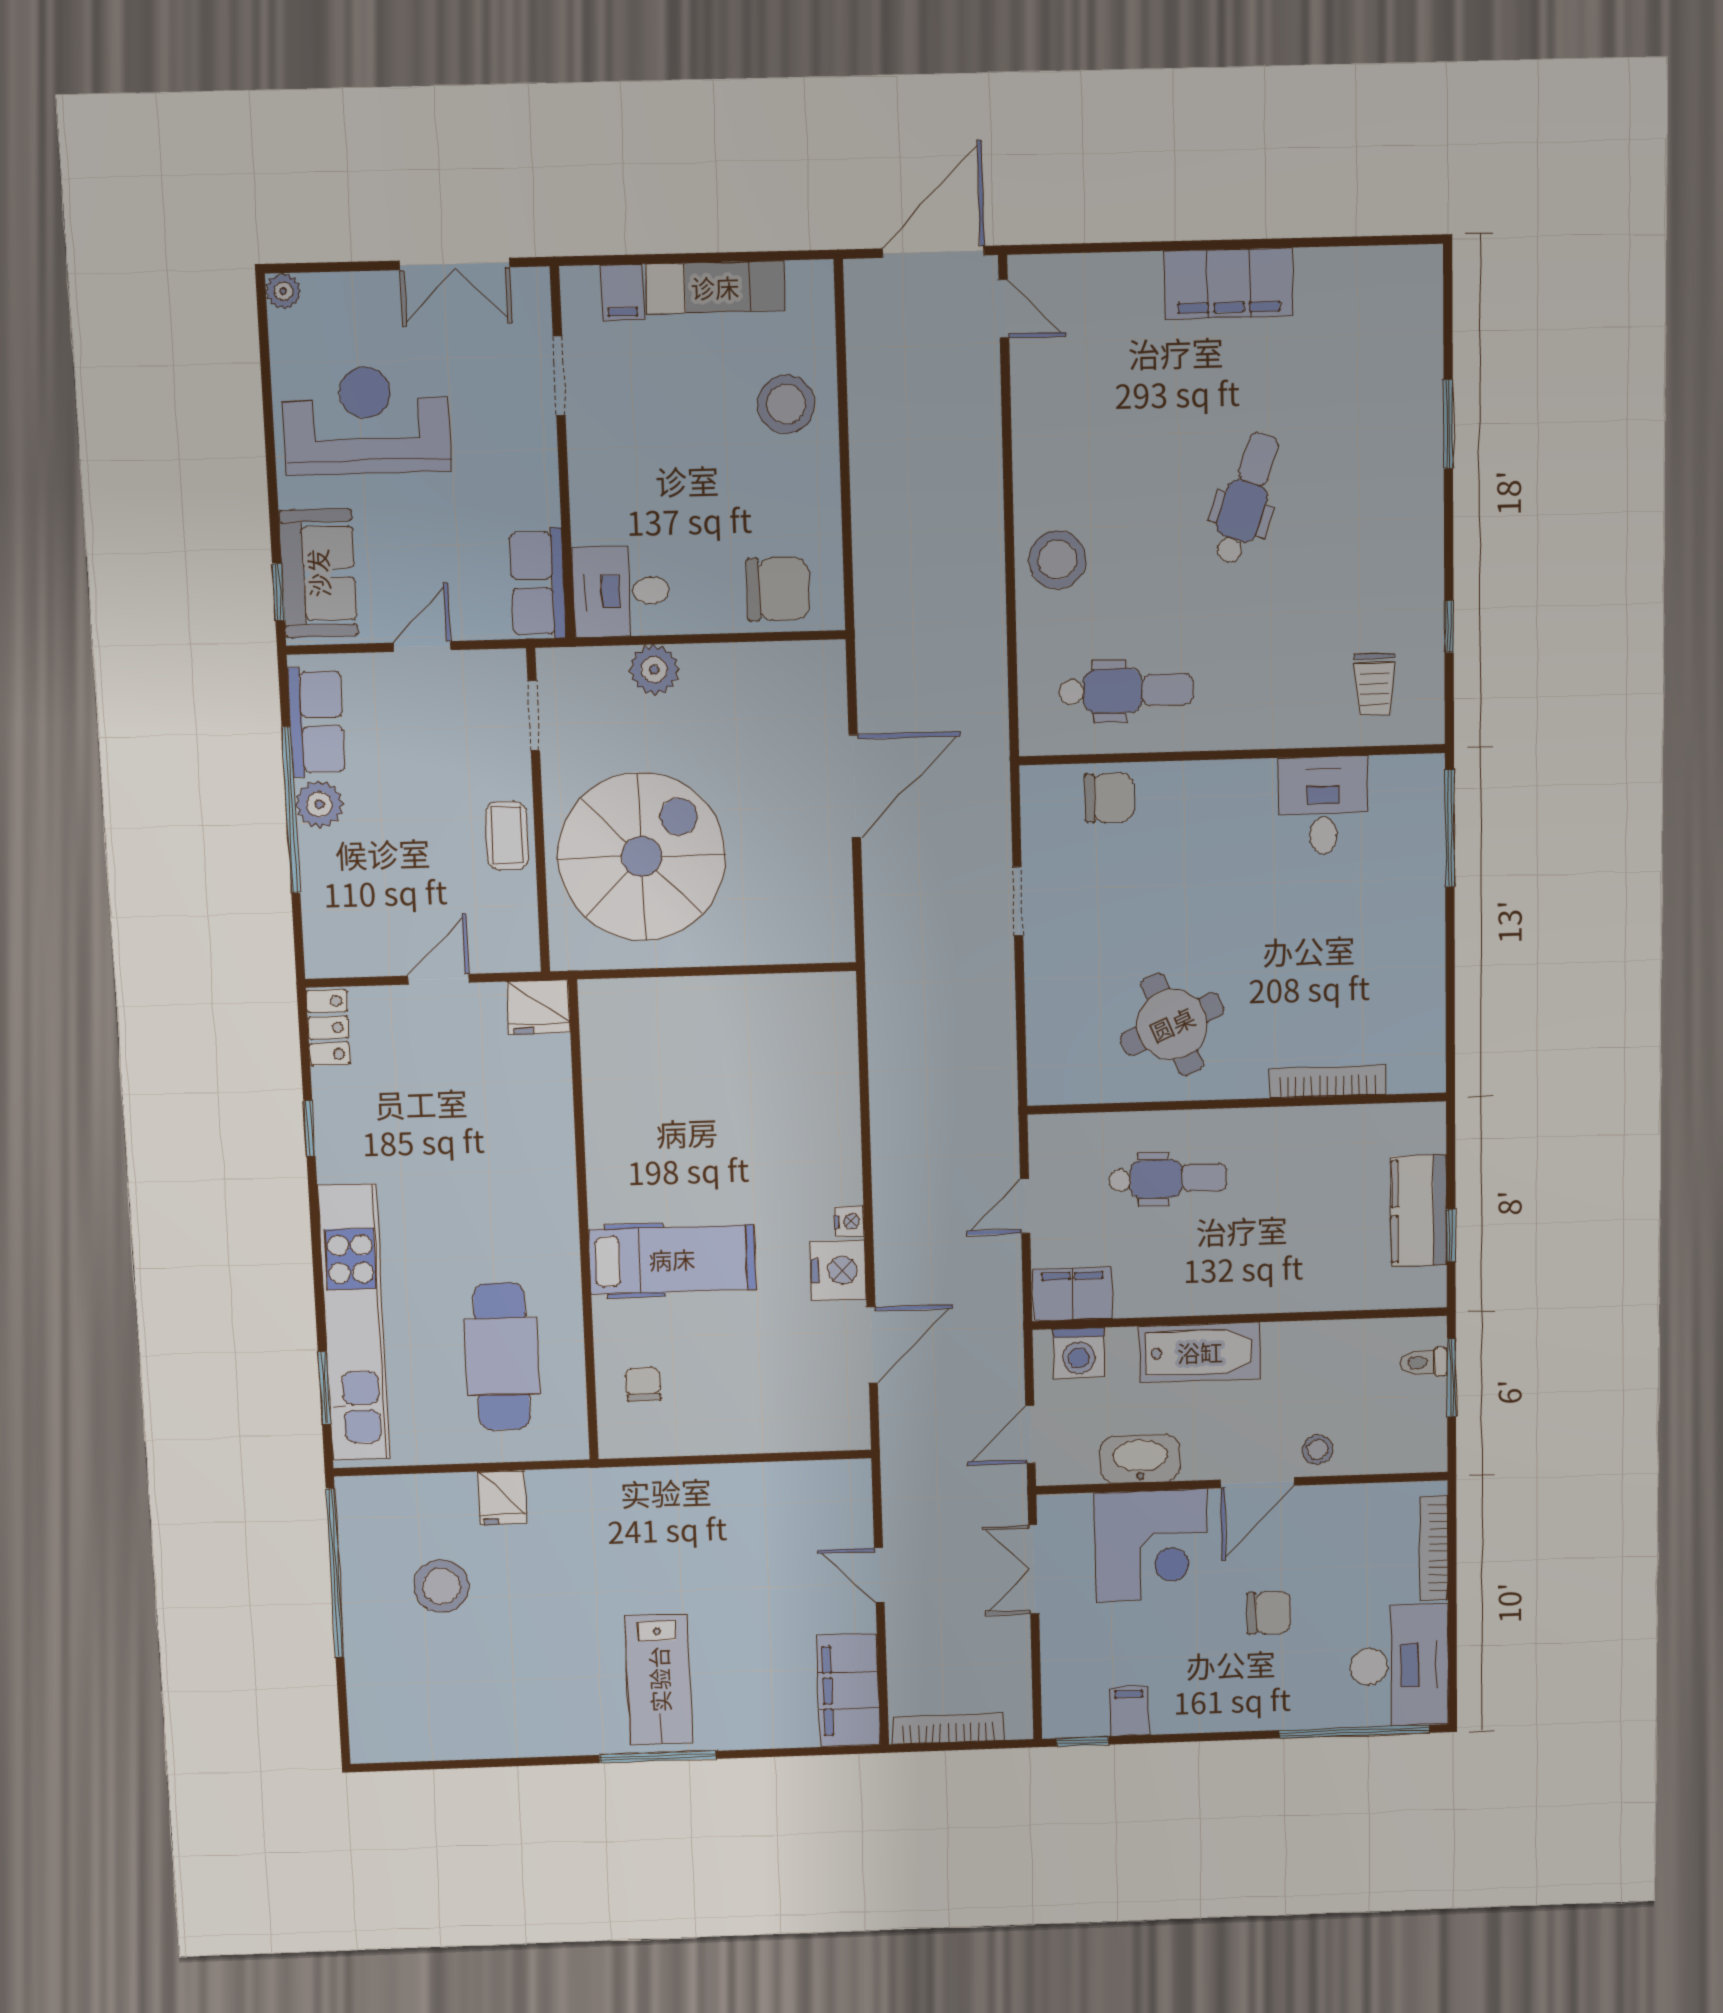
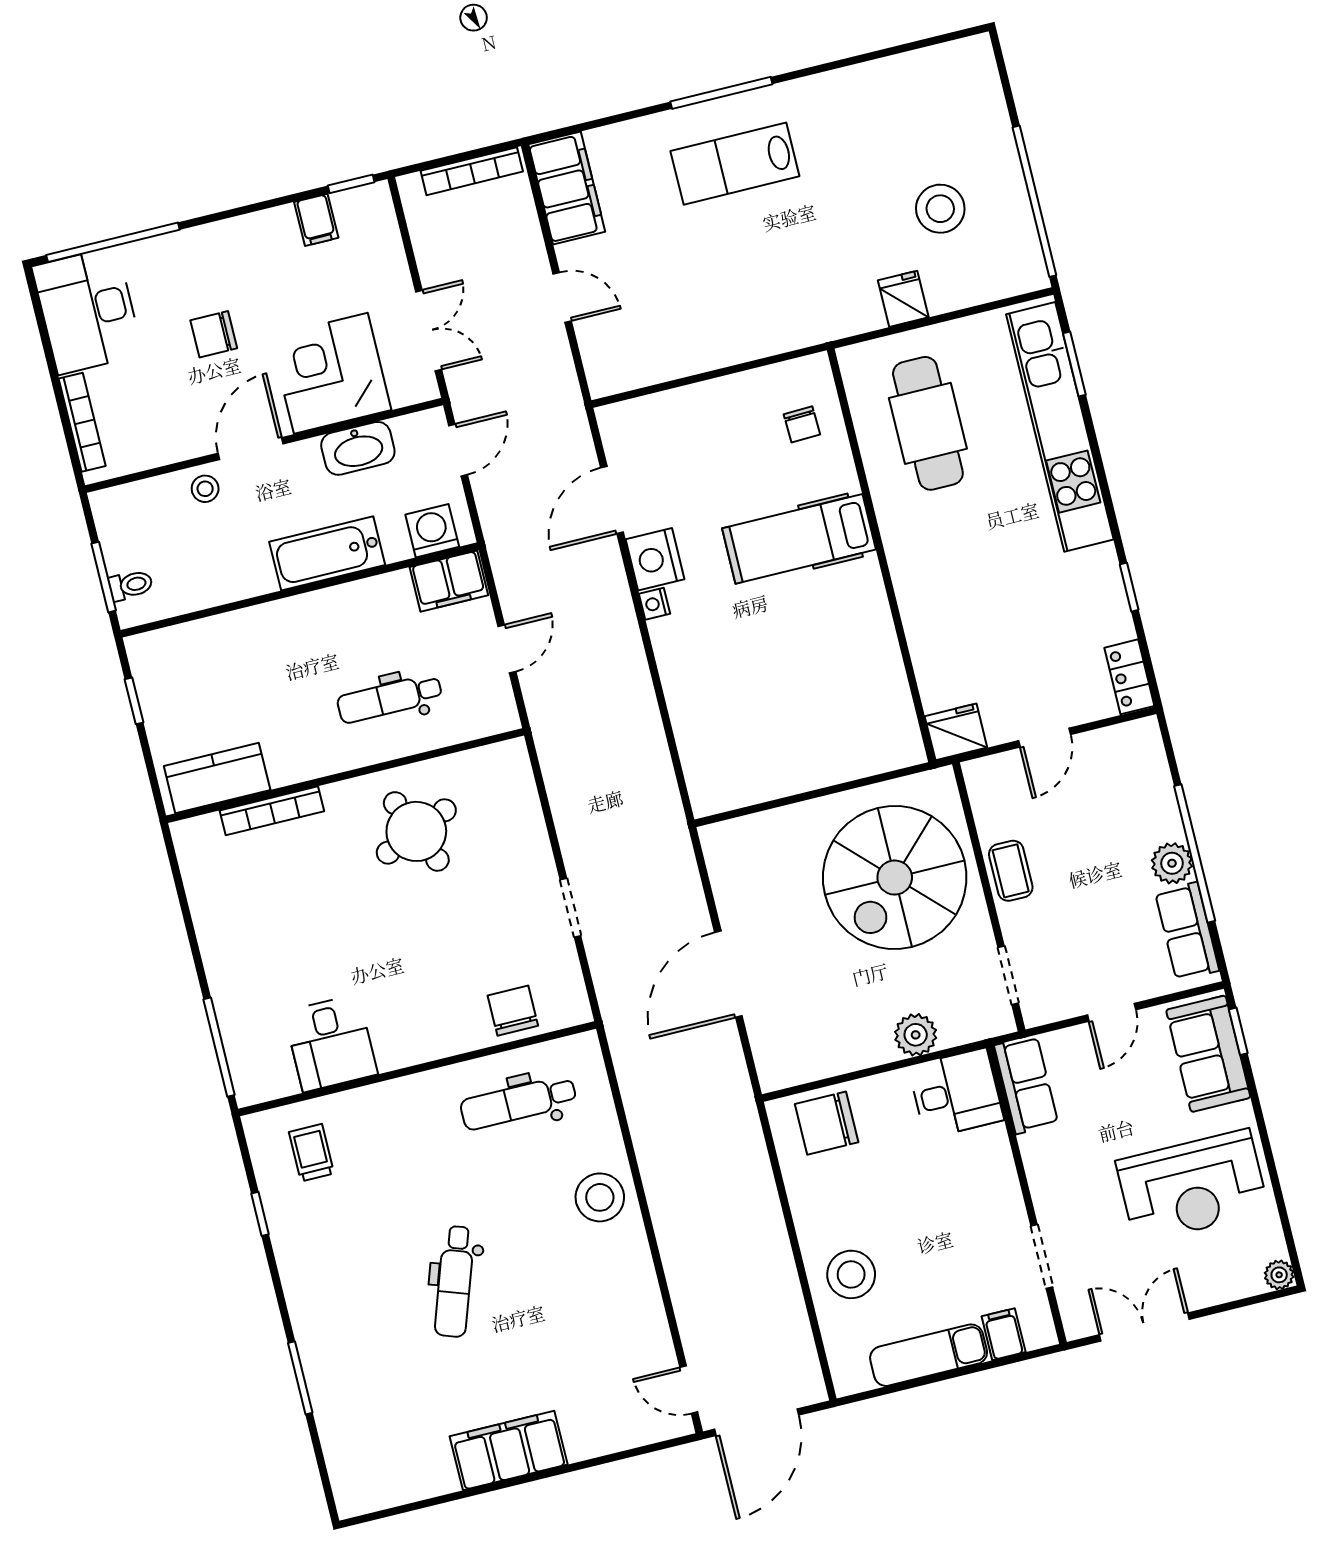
chair: (1109, 798) -> (513, 1011), turned 90
kitchen counter: (1419, 1211) -> (217, 778), moved, turned -90
lab bench: (659, 1679) -> (735, 164), turned -90

